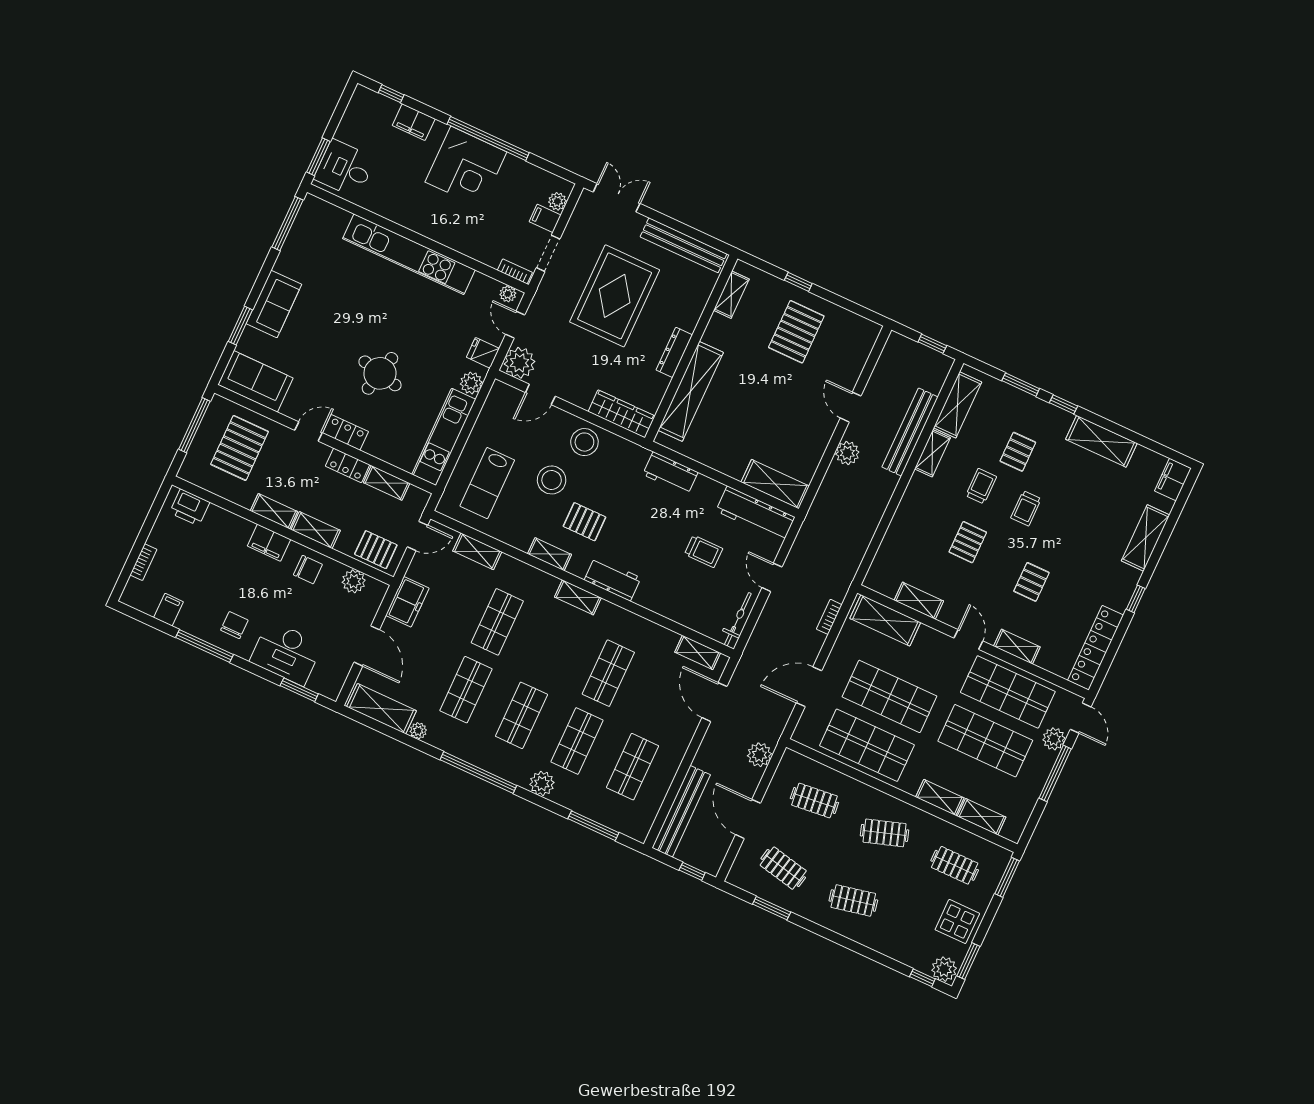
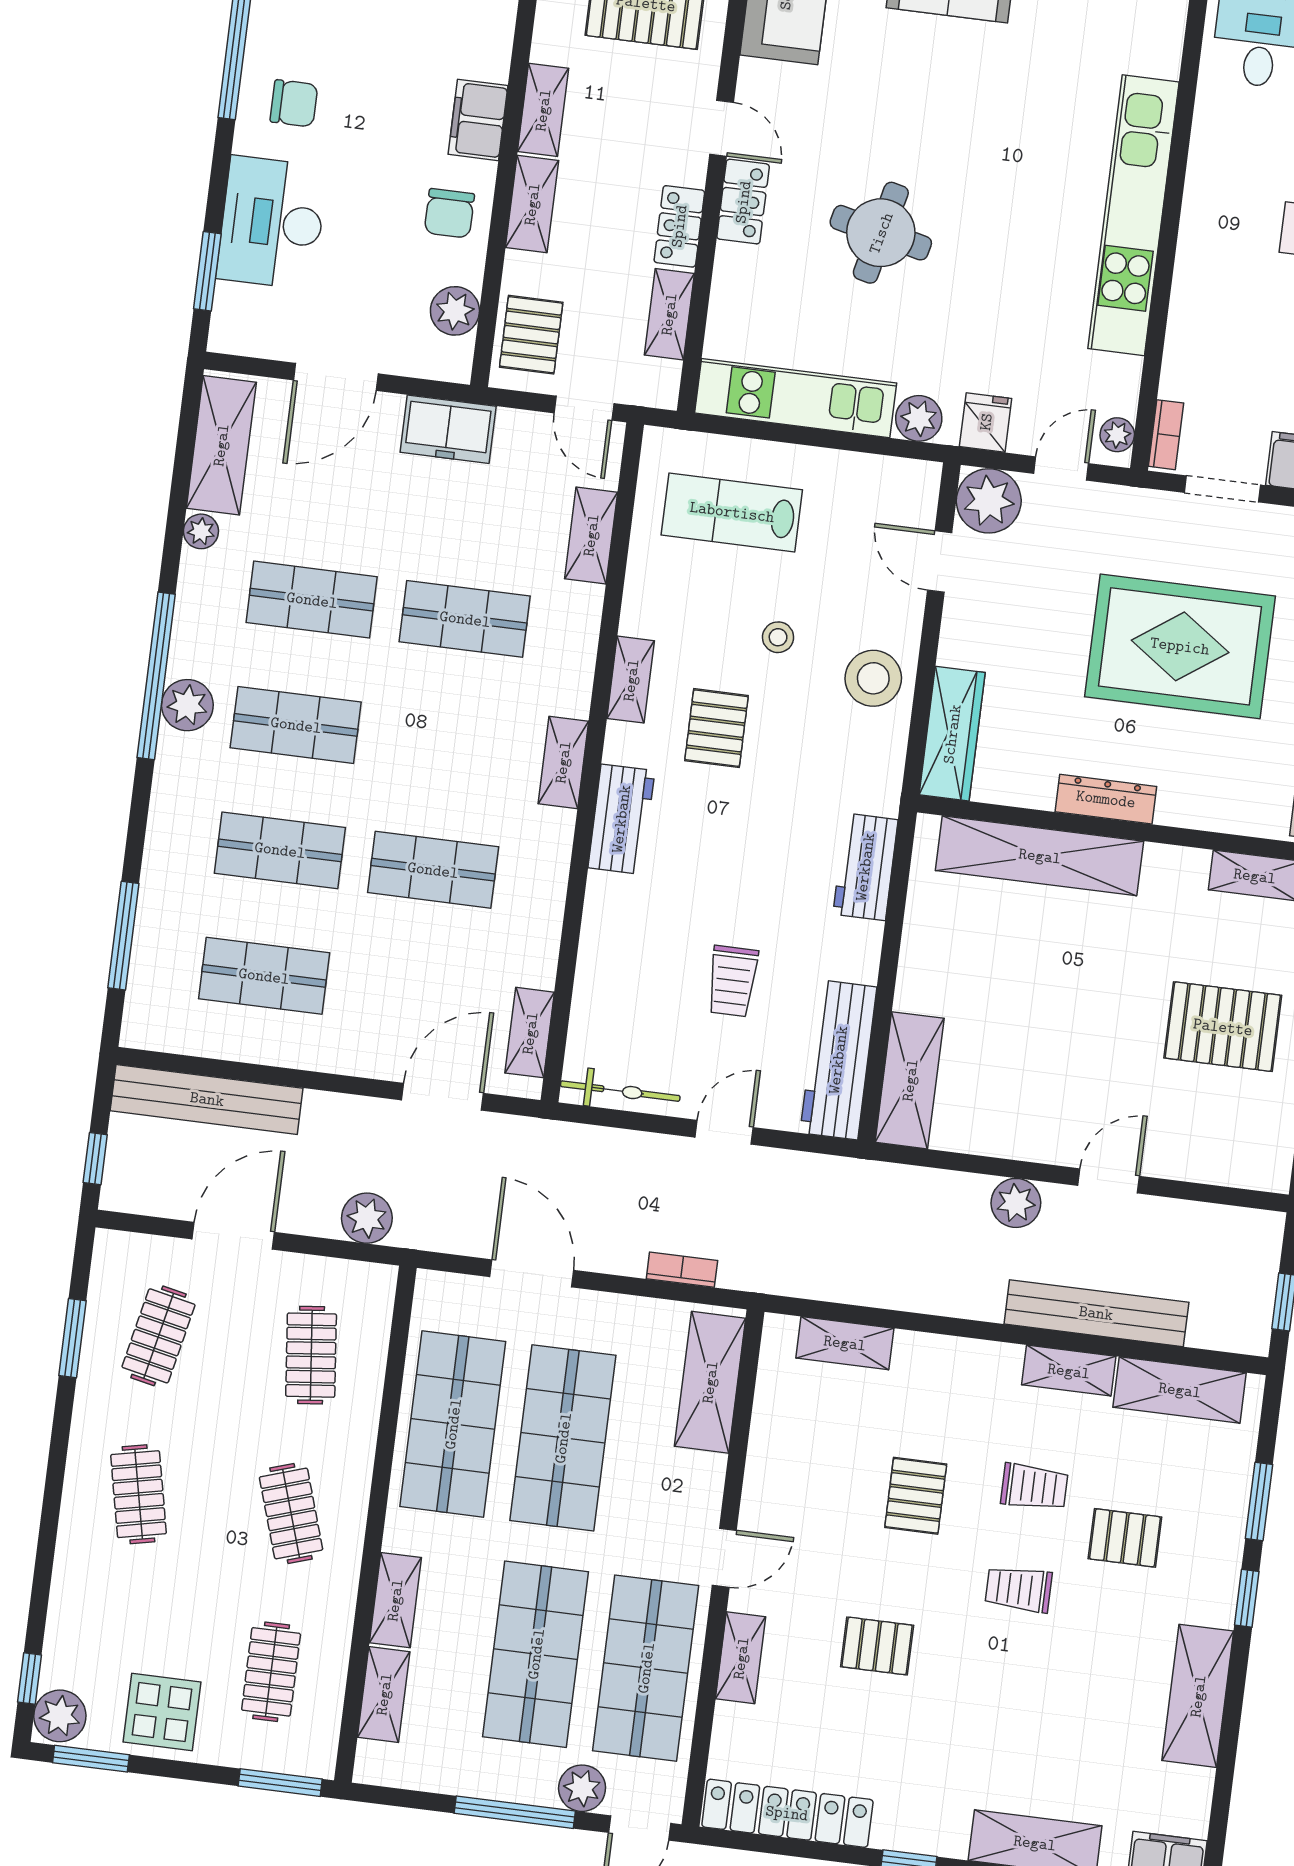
stool: (552, 480) -> (778, 637), width x0.53, depth x0.53
pallet: (968, 542) -> (916, 1496), turned 90
shelving: (919, 601) -> (845, 1343), moved, turned 90
plant: (542, 783) -> (187, 705), moved

